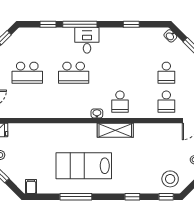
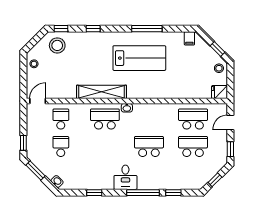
desk: (87, 40) -> (125, 177), moved
school desk: (27, 102) -> (193, 119), added
school desk: (120, 102) -> (105, 119), width x1.85
shelving: (115, 130) -> (102, 92), width x1.47

